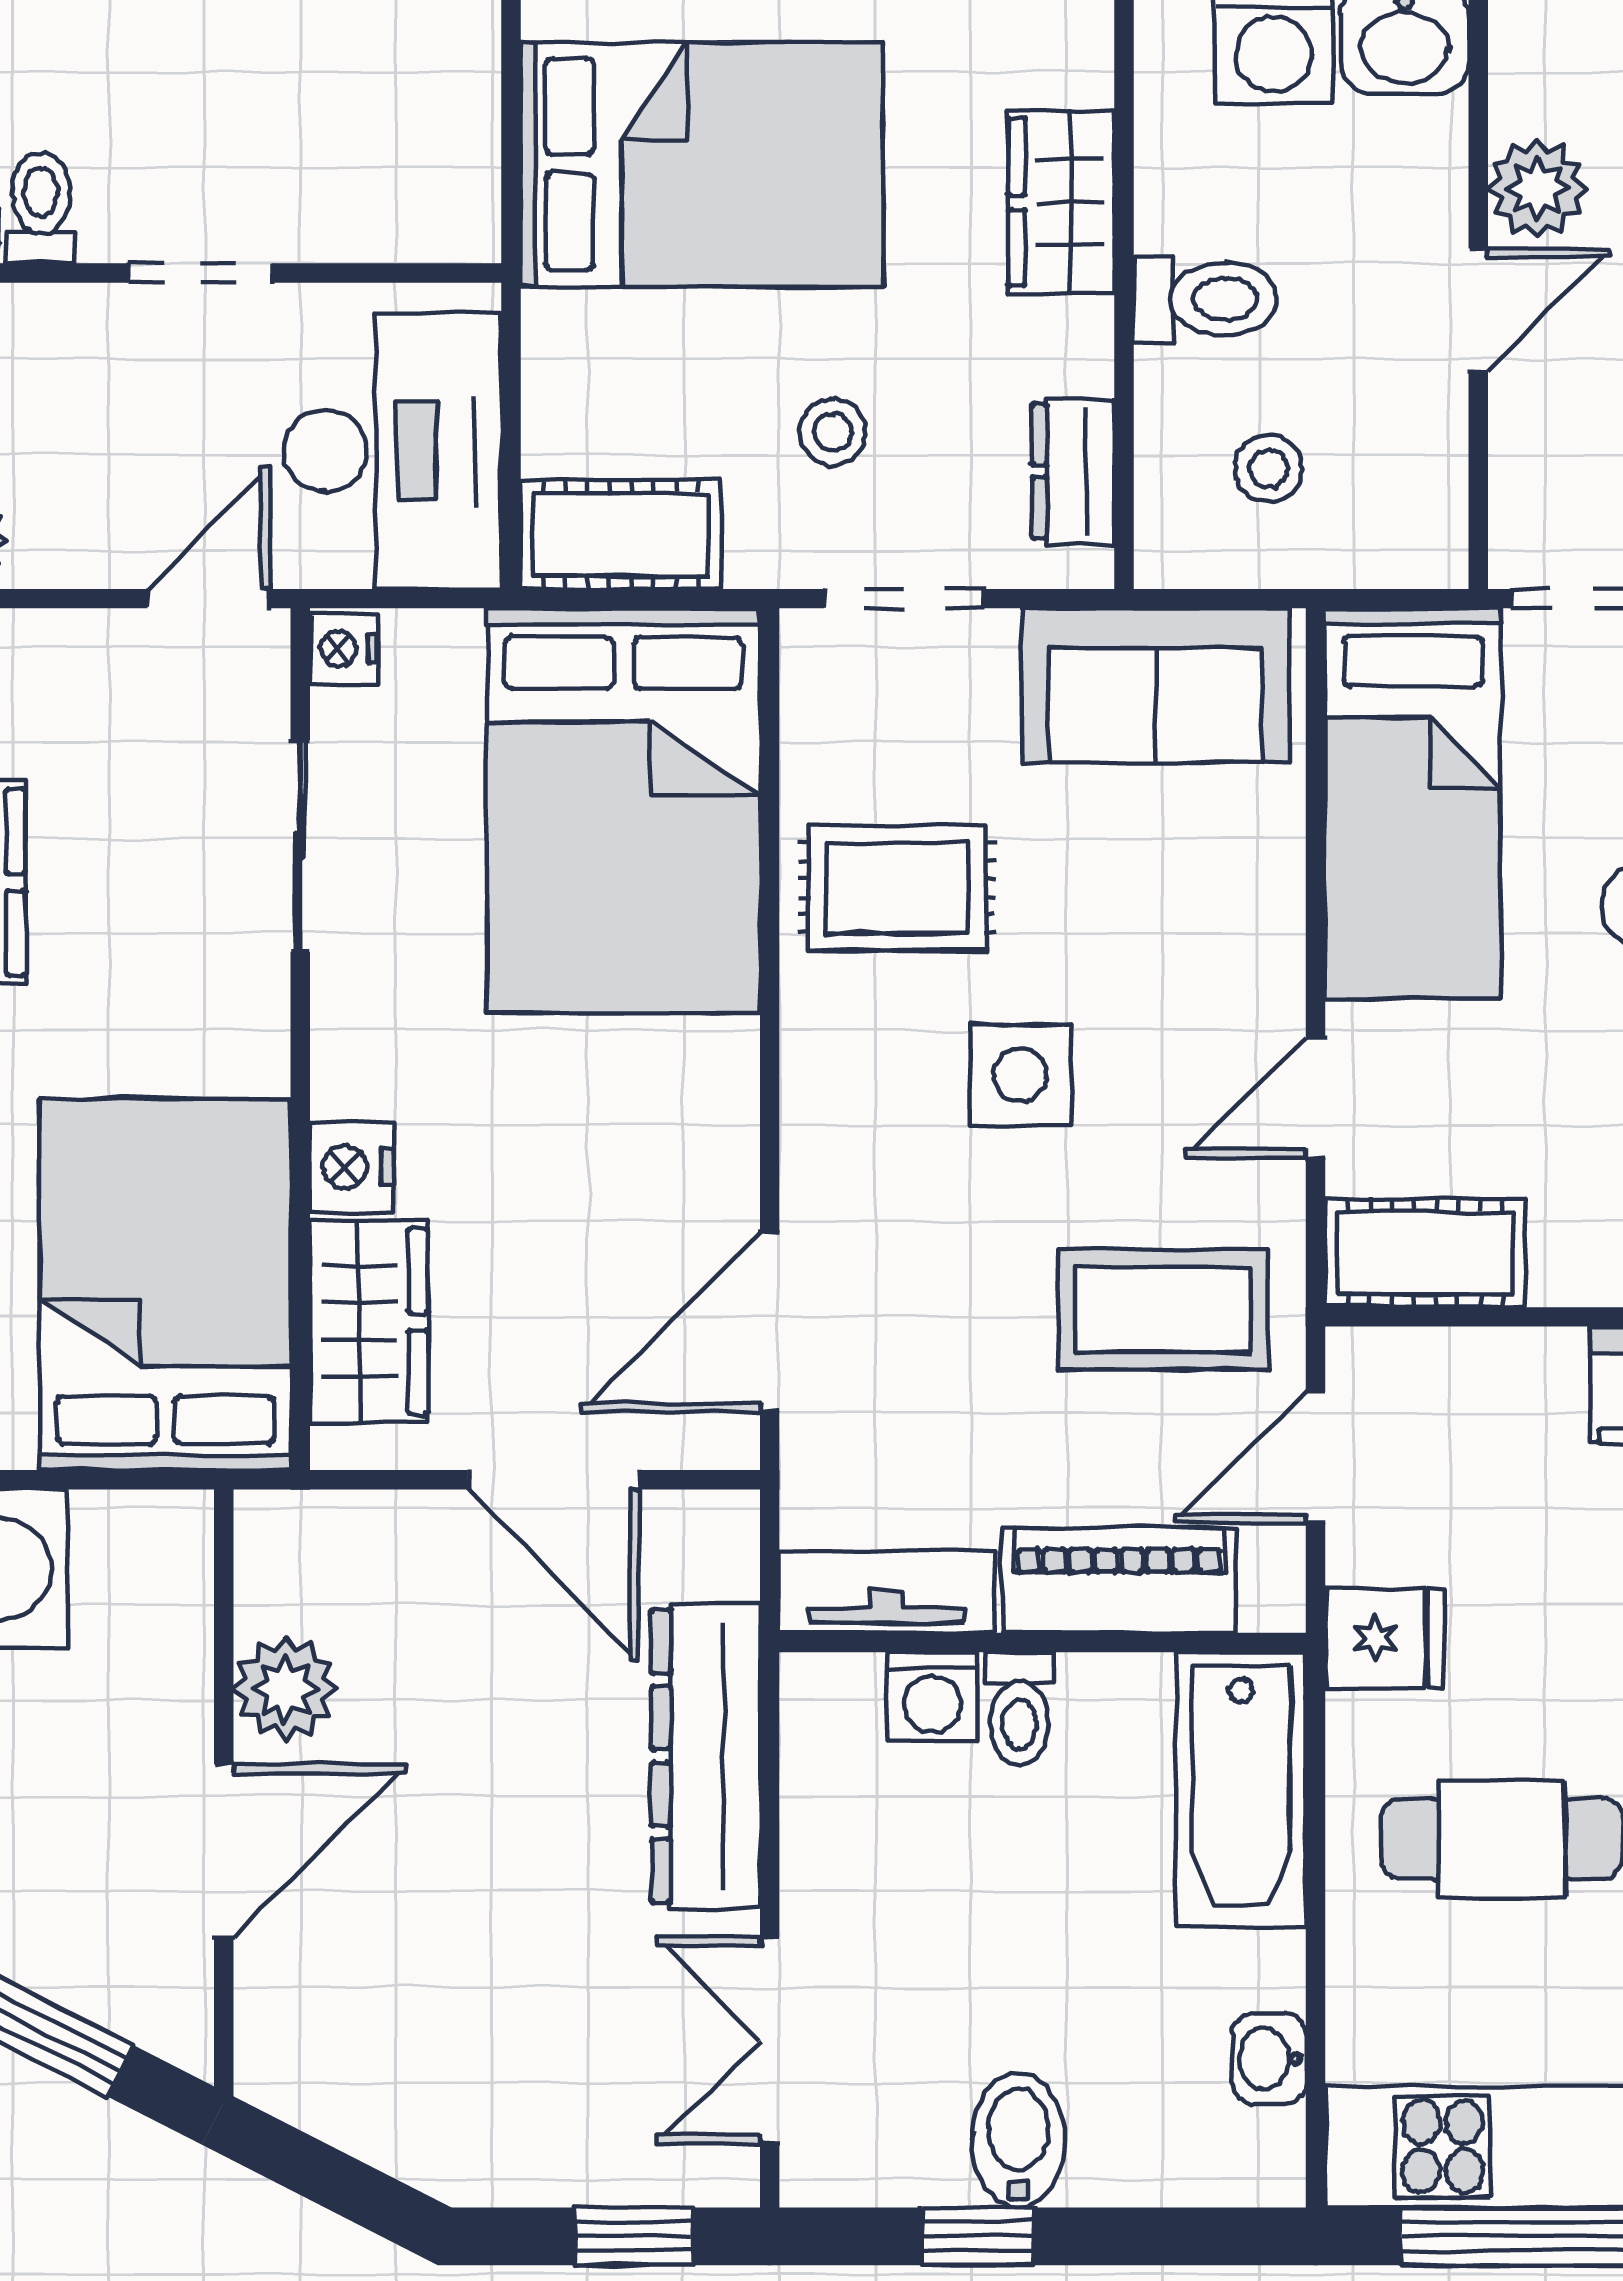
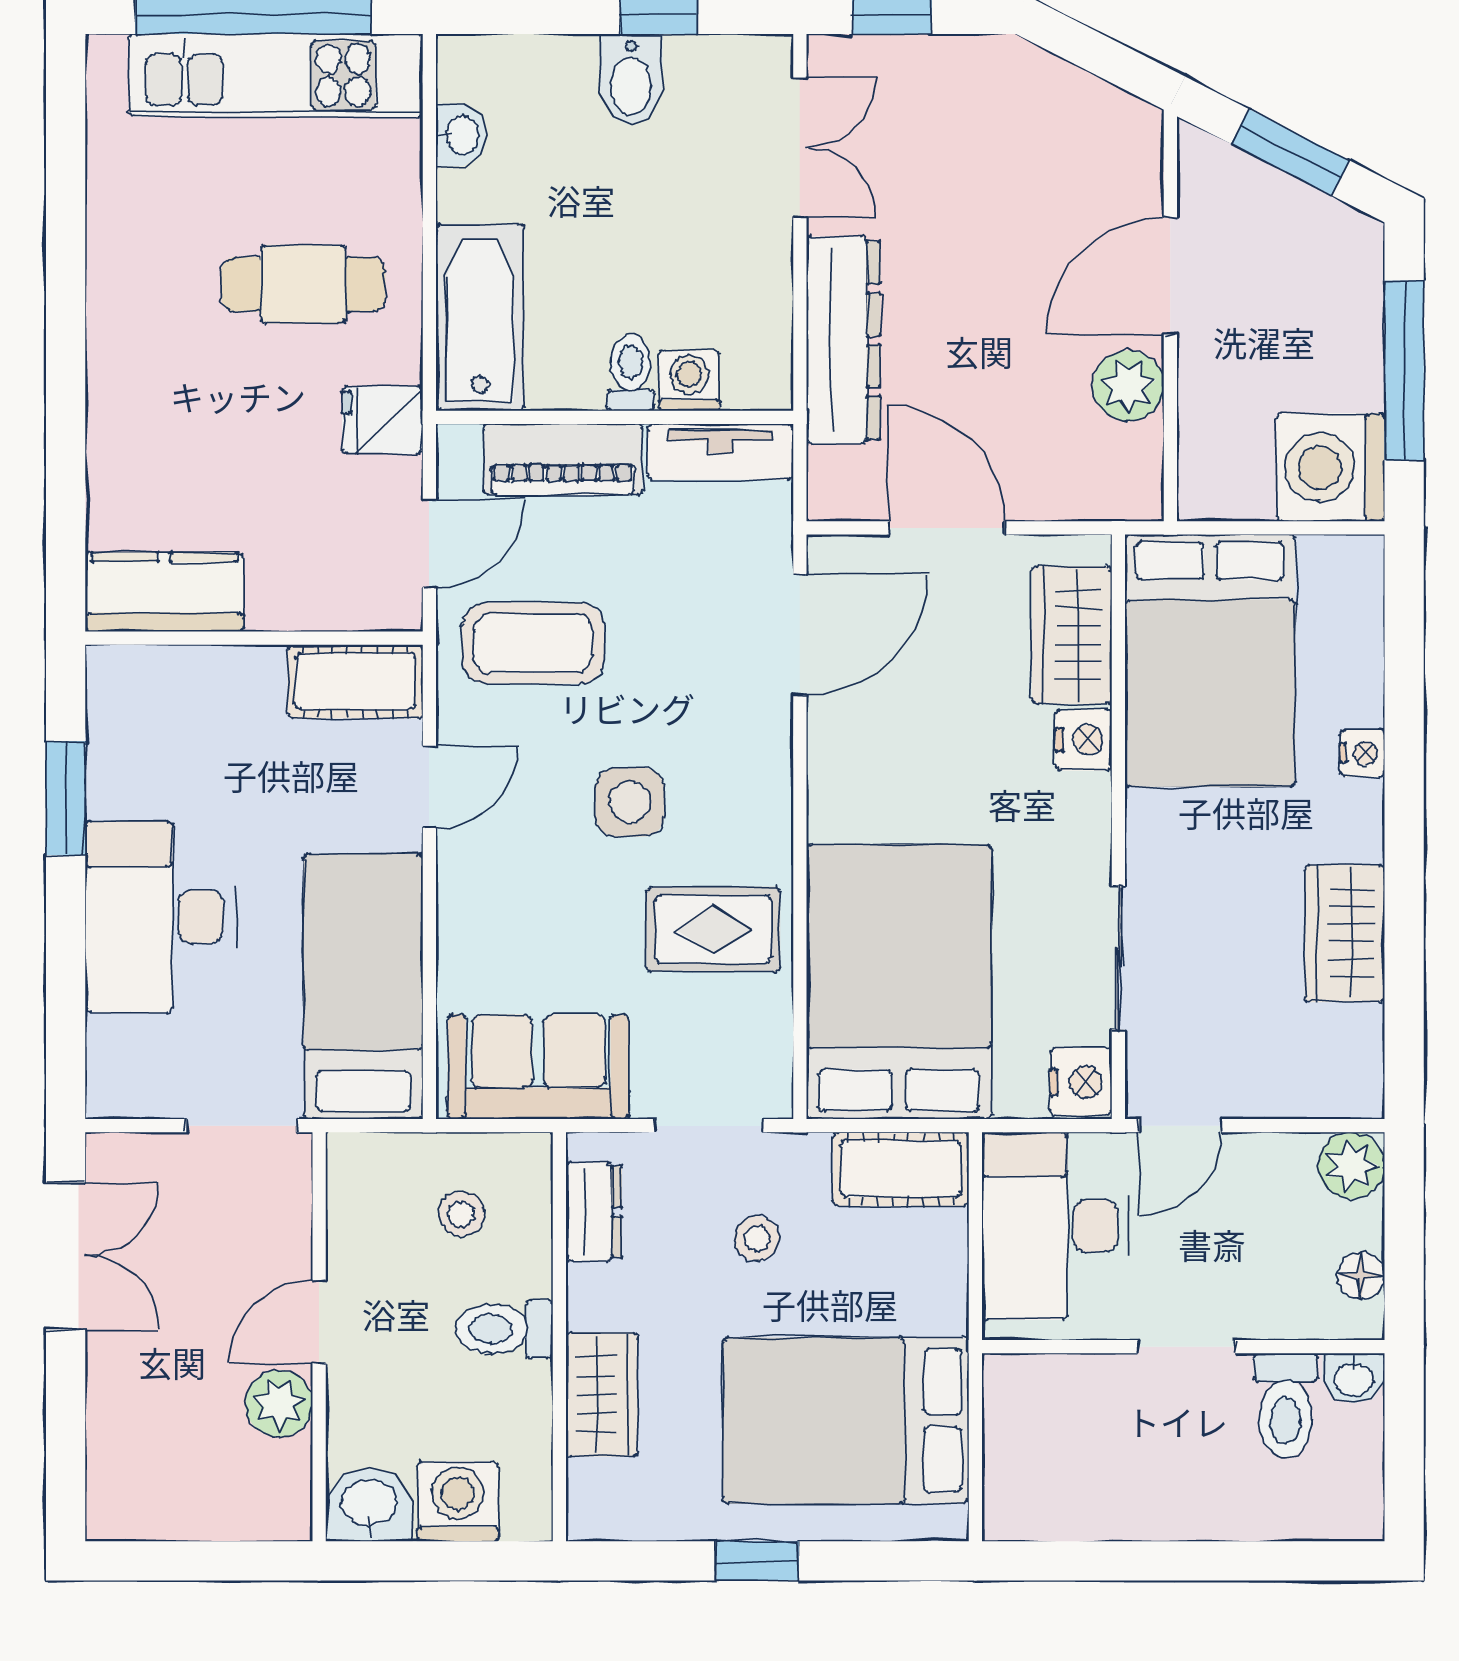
toilet: (41, 208) -> (1286, 1405), width x1.37, depth x1.39
nightstand: (344, 649) -> (1081, 1082), width x1.39, depth x1.35

